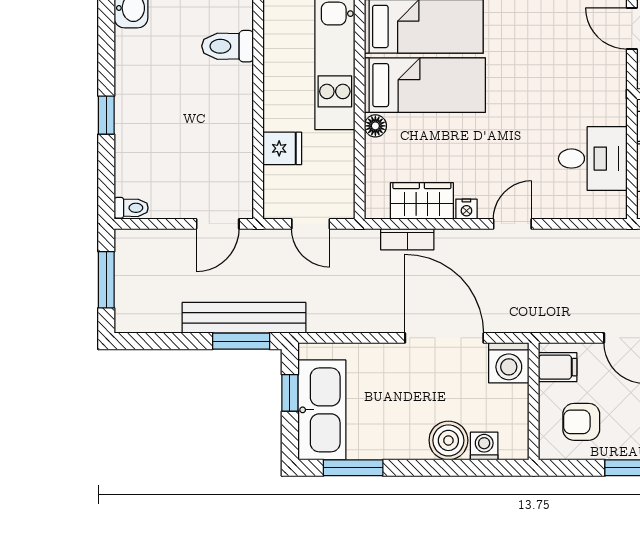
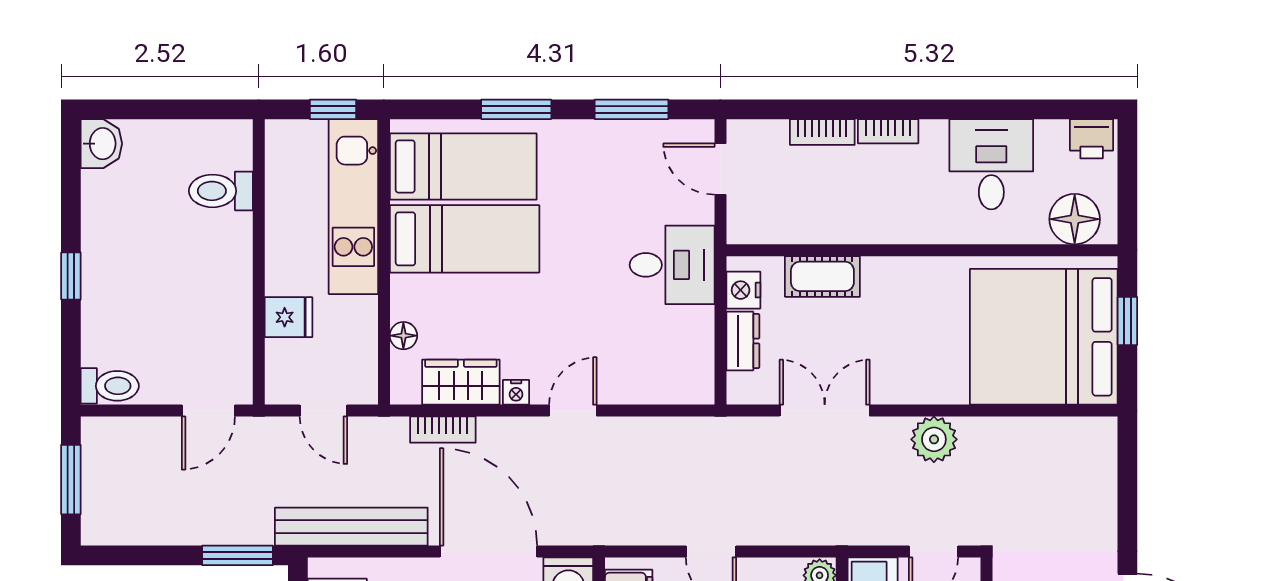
floor lamp: (375, 126) -> (403, 336), moved
desk: (593, 159) -> (672, 265), moved
toilet: (131, 208) -> (110, 386), width x1.37, depth x1.39
bench: (244, 318) -> (351, 527), moved

